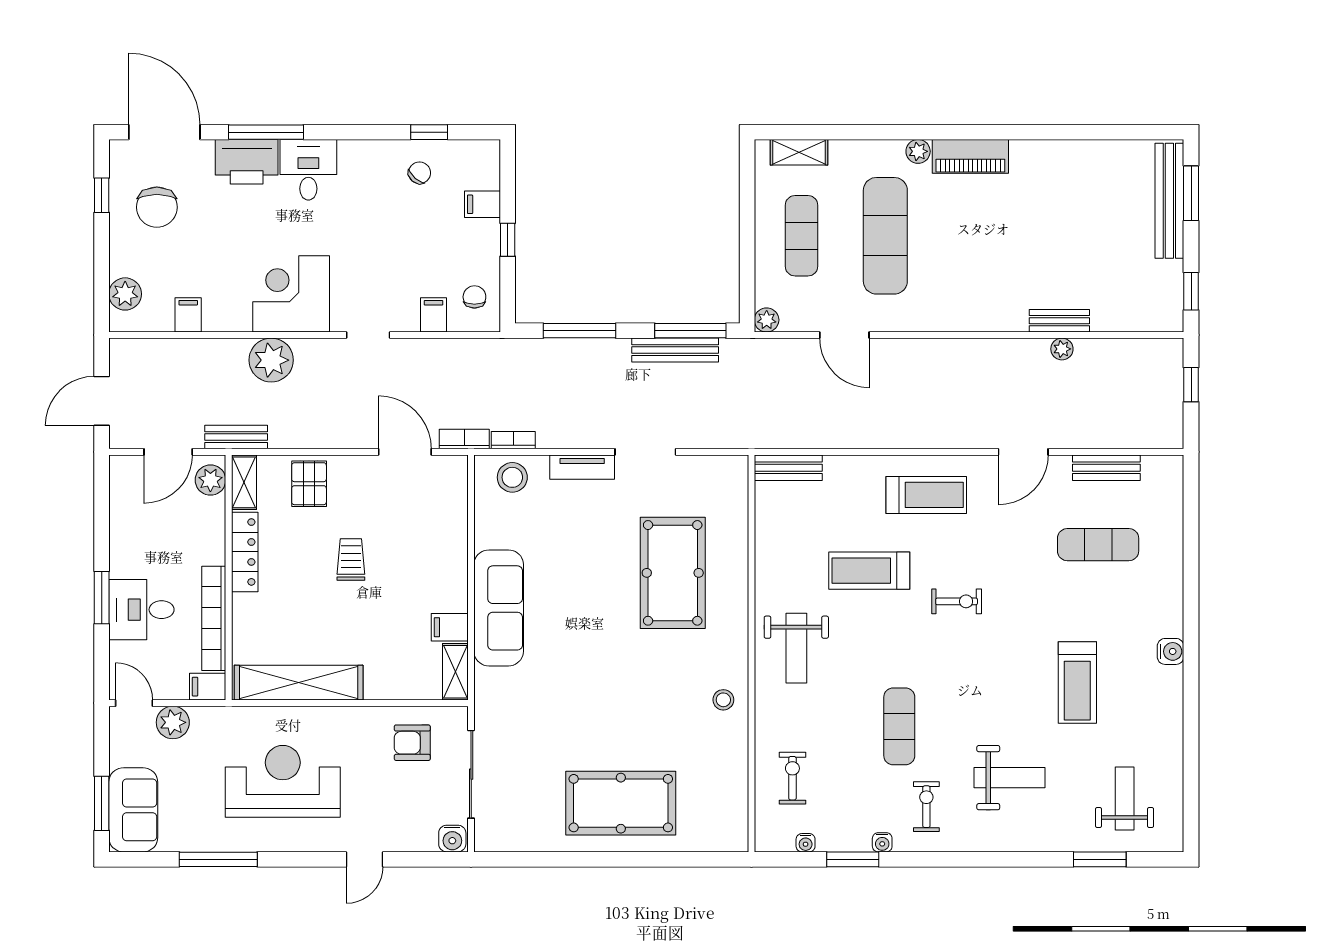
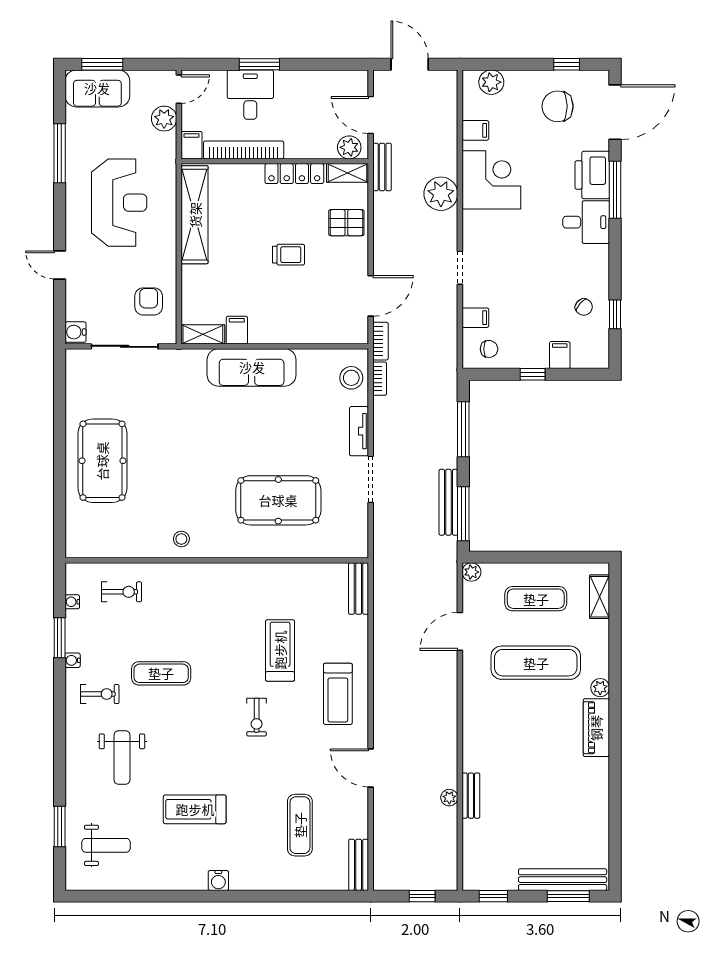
corner desk: (291, 294) -> (491, 180), moved
bench: (1106, 468) -> (359, 865), moved
weight bench: (796, 648) -> (221, 595), removed

